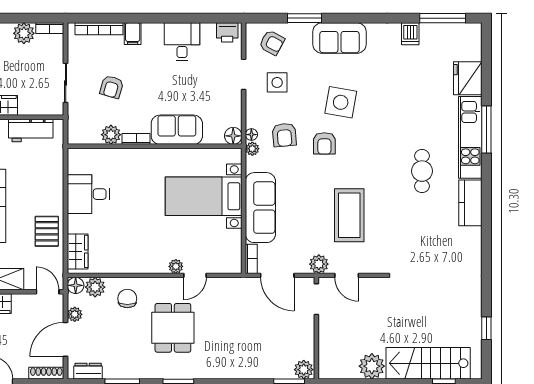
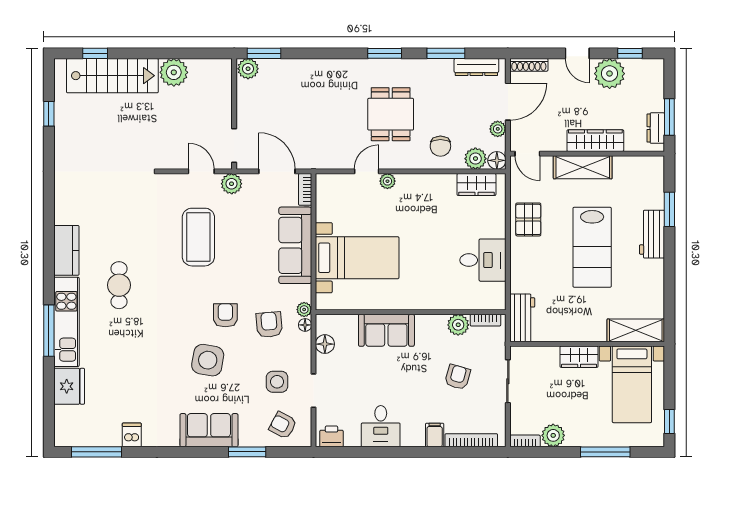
workbench: (31, 130) -> (522, 318), moved, turned 90
floor lamp: (233, 136) -> (325, 344), moved
bookcase: (136, 139) -> (485, 320), moved
wardrobe: (78, 251) -> (476, 185), moved, turned -90
dresser: (88, 371) -> (476, 67), width x1.44

